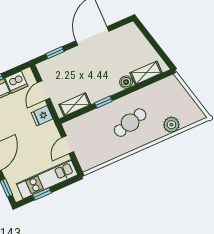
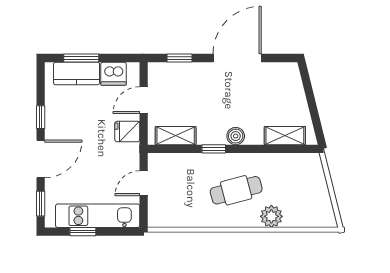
boiler: (126, 82) -> (236, 136), moved
plant: (171, 125) -> (271, 216), moved

